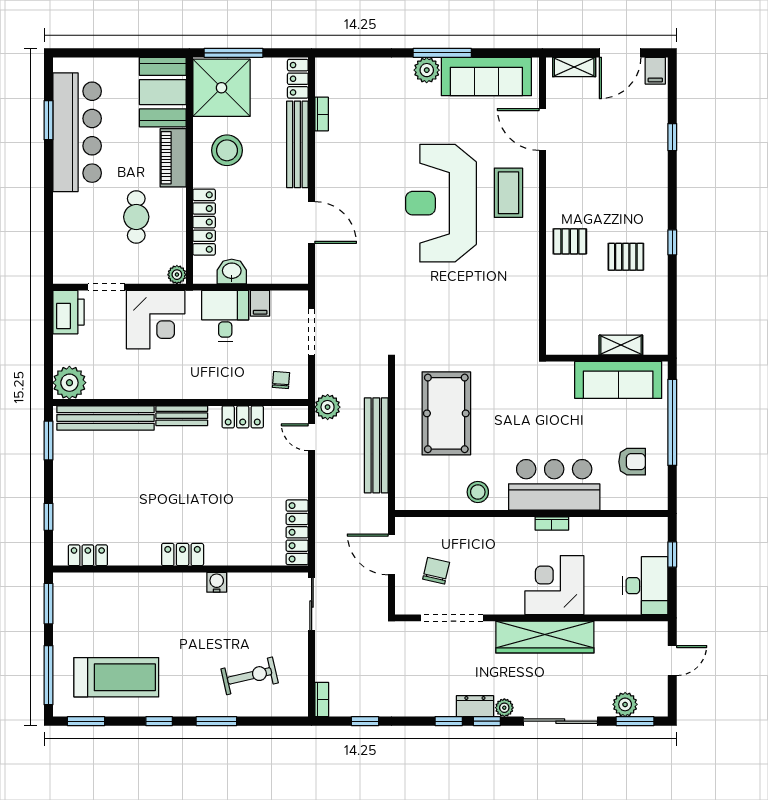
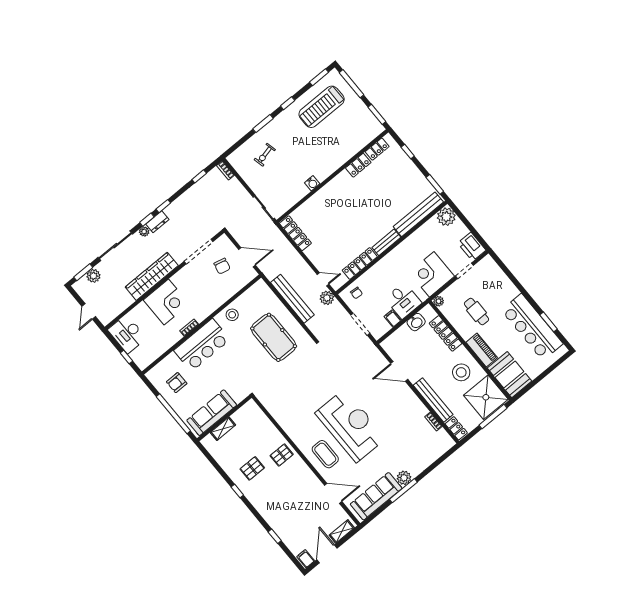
locker: (243, 417) -> (360, 263), width x1.53
locker: (183, 555) -> (358, 165), moved
exercise bike: (250, 676) -> (265, 155), width x0.73, depth x0.72

